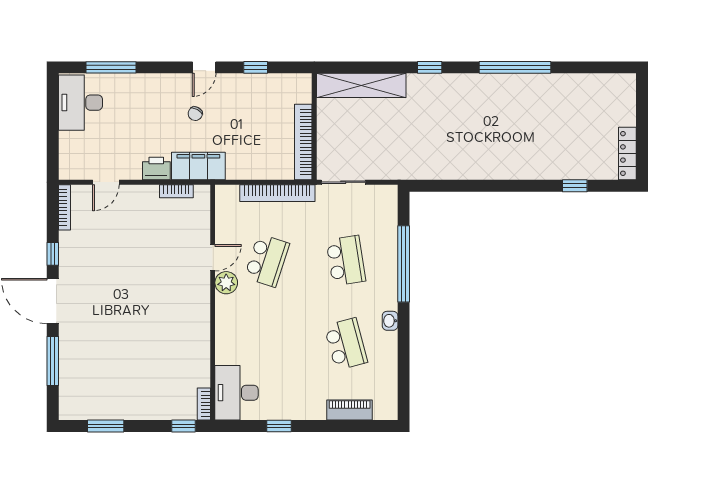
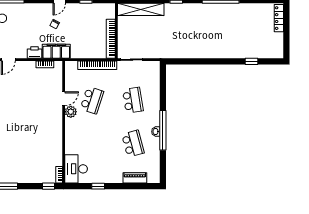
locker: (627, 153) -> (279, 18), moved
window: (404, 264) -> (163, 130), moved

